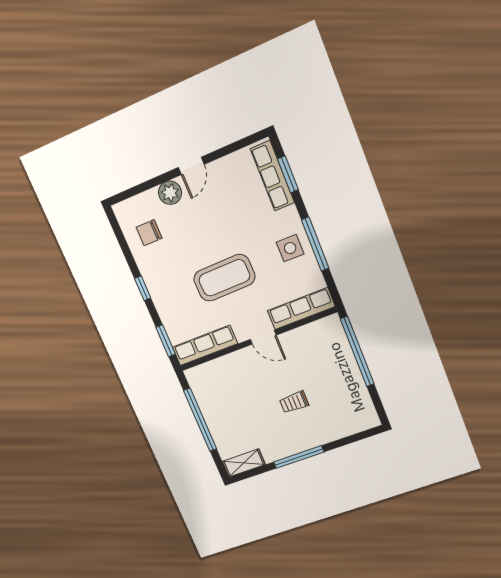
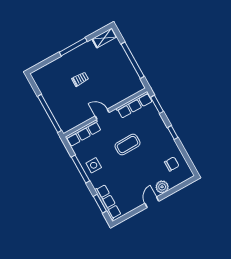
coffee table: (224, 278) -> (127, 145), width x0.73, depth x0.76

